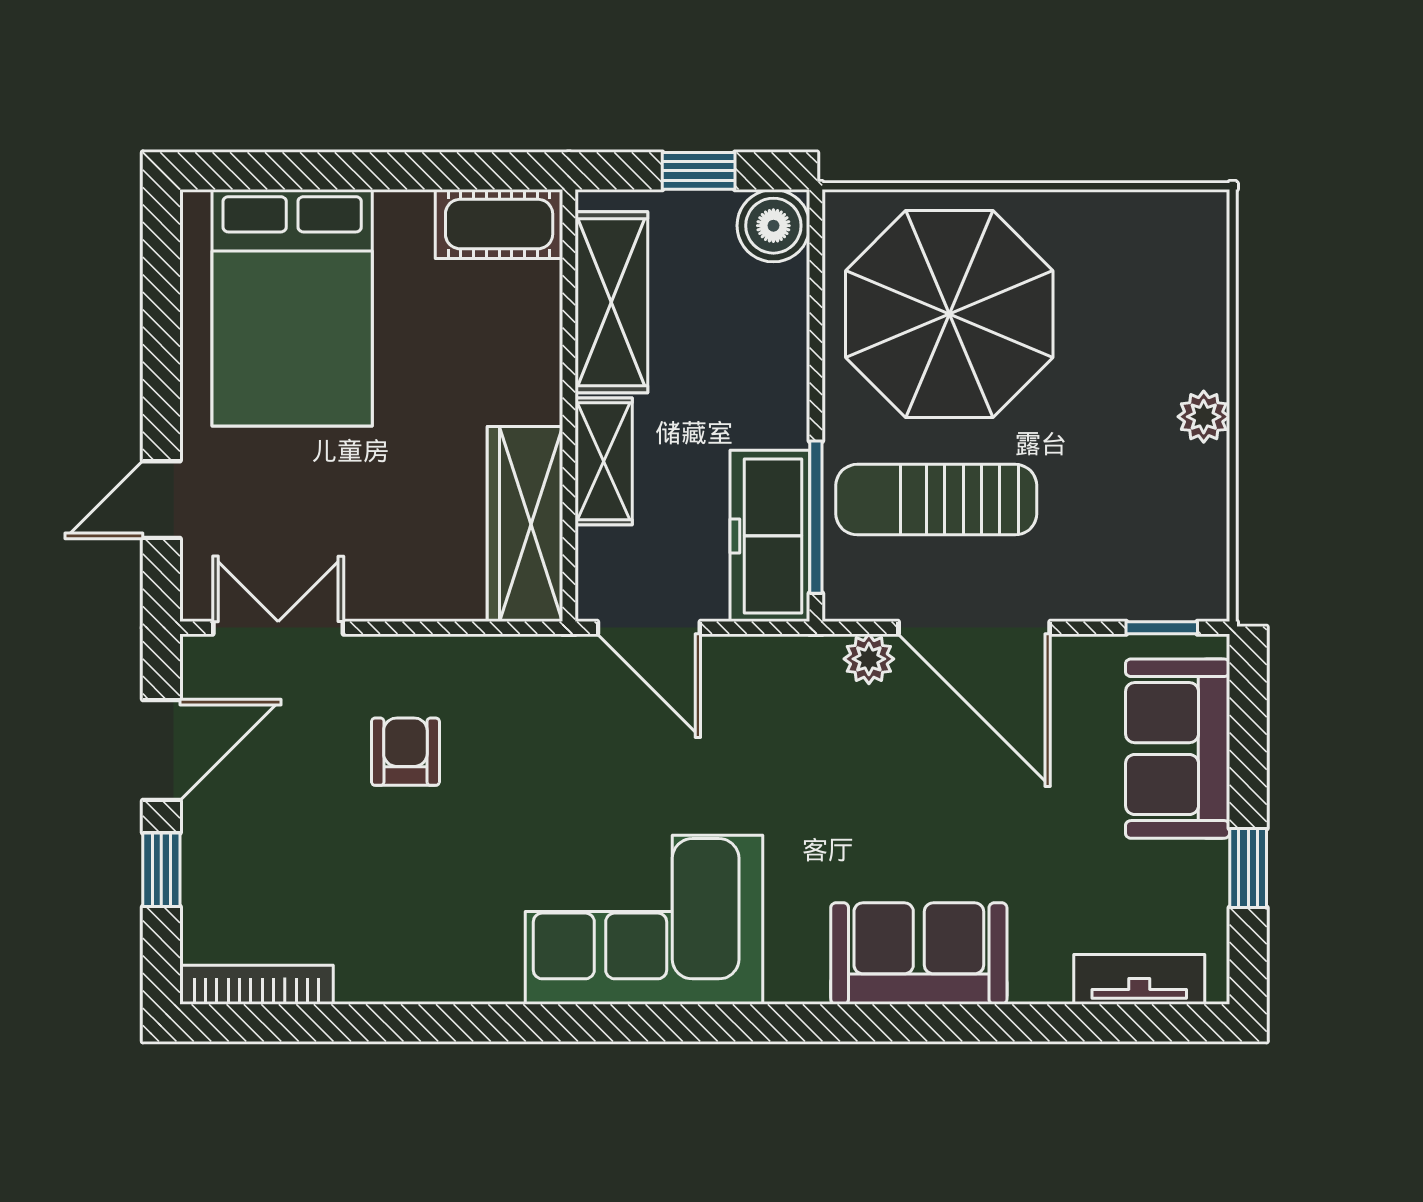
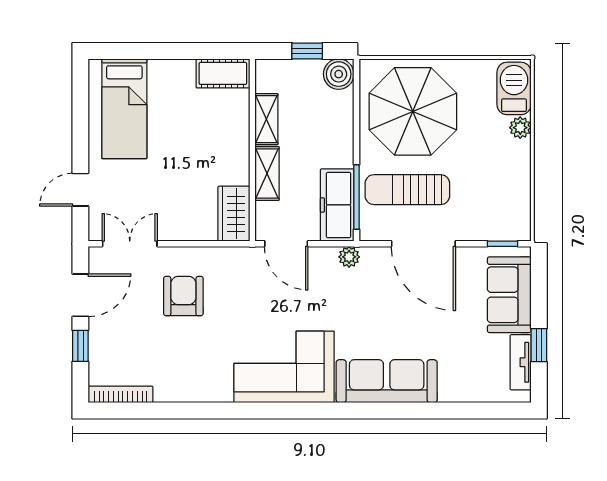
barbecue: (1189, 260) -> (514, 88), added
shelving: (611, 302) -> (266, 119), width x0.67, depth x0.75
bed: (292, 308) -> (124, 109), width x0.67
plant: (1204, 417) -> (520, 128), moved
wardrobe: (525, 524) -> (234, 214), width x0.67
plant: (869, 659) -> (349, 257), moved
armchair: (405, 752) -> (183, 296), width x1.38, depth x1.38
sofa: (919, 954) -> (387, 381), width x1.36
tv unit: (1139, 979) -> (521, 362), moved, turned -90

